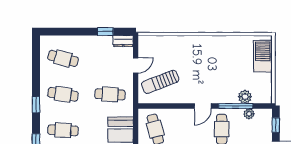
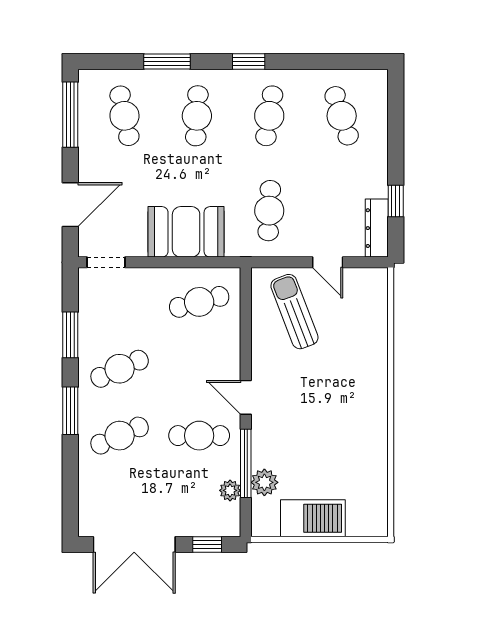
dresser: (123, 41) -> (377, 228), width x1.44
barbecue: (263, 56) -> (313, 518), moved
cafe table: (63, 58) -> (342, 116), turned -33

